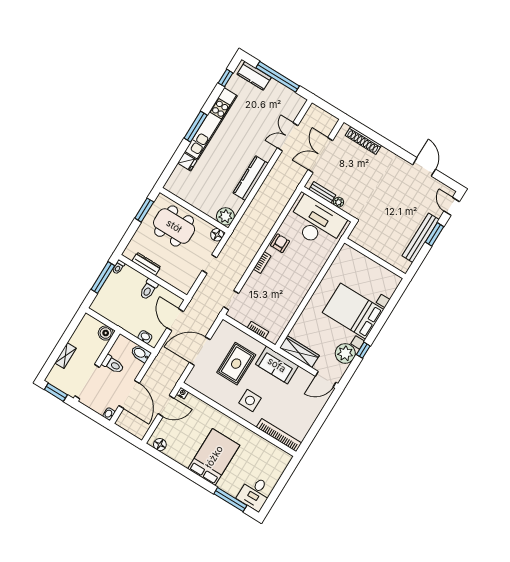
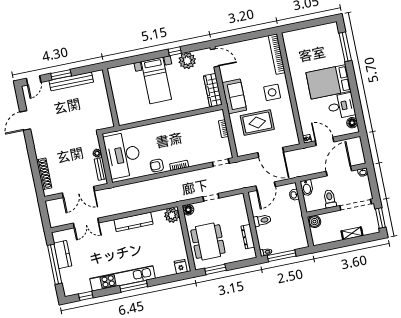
kitchen counter: (254, 76) -> (63, 255), moved
fridge: (187, 162) -> (181, 267), moved
bed with nightstands: (353, 311) -> (156, 81), width x0.73
desk: (255, 493) -> (341, 106), moved

